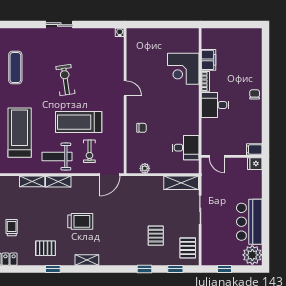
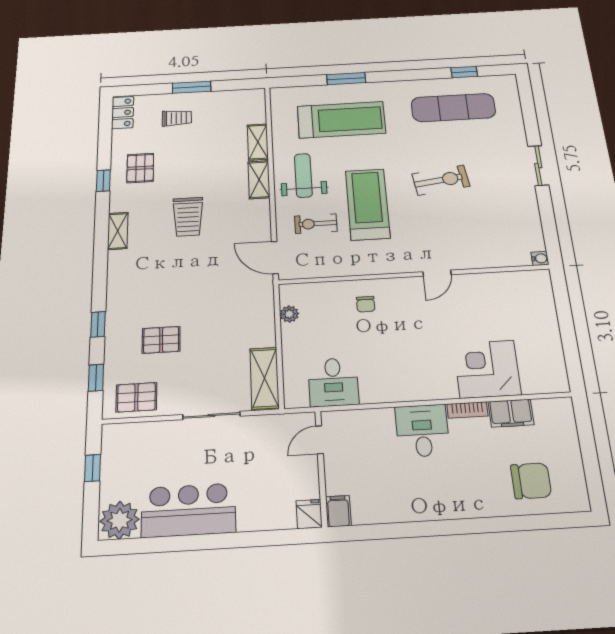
exercise mat: (15, 68) -> (453, 108), width x1.36, depth x1.45
chair: (255, 94) -> (531, 481), moved, width x1.87, depth x1.87

